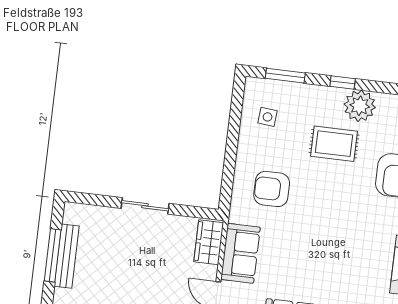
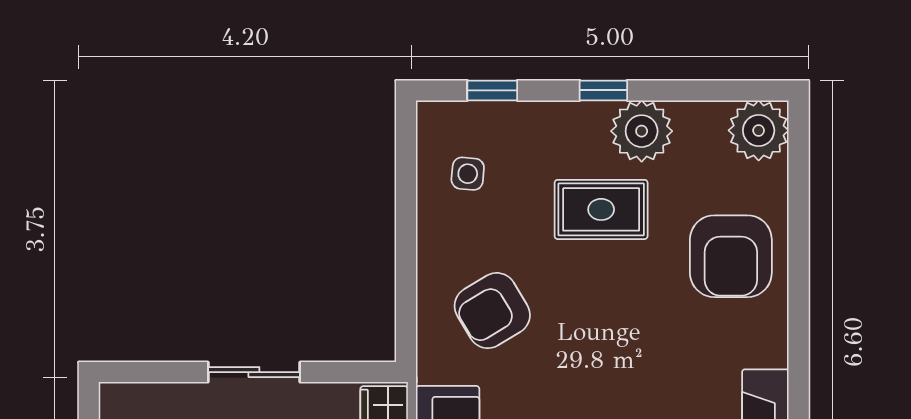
window: (285, 76) -> (492, 90), width x0.67
armchair: (272, 189) -> (492, 311), turned -31

